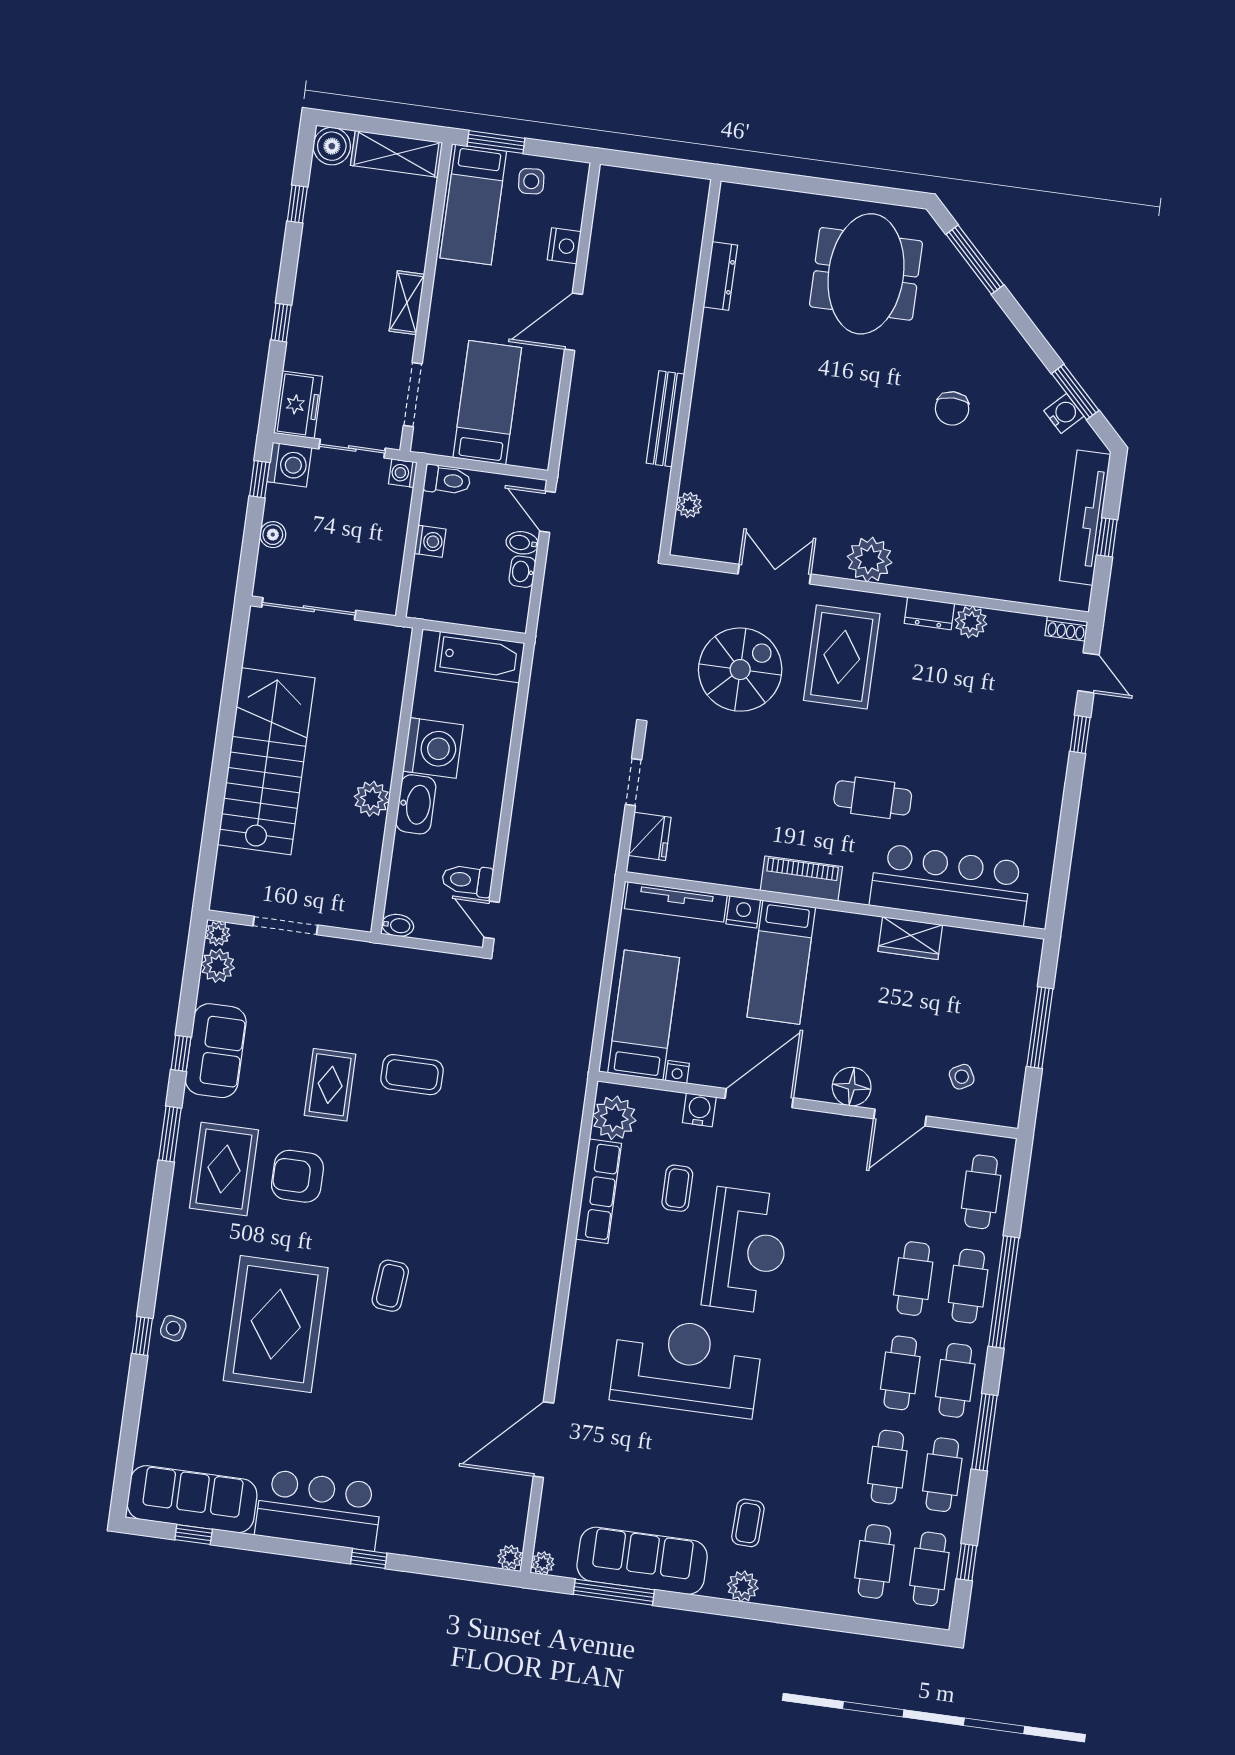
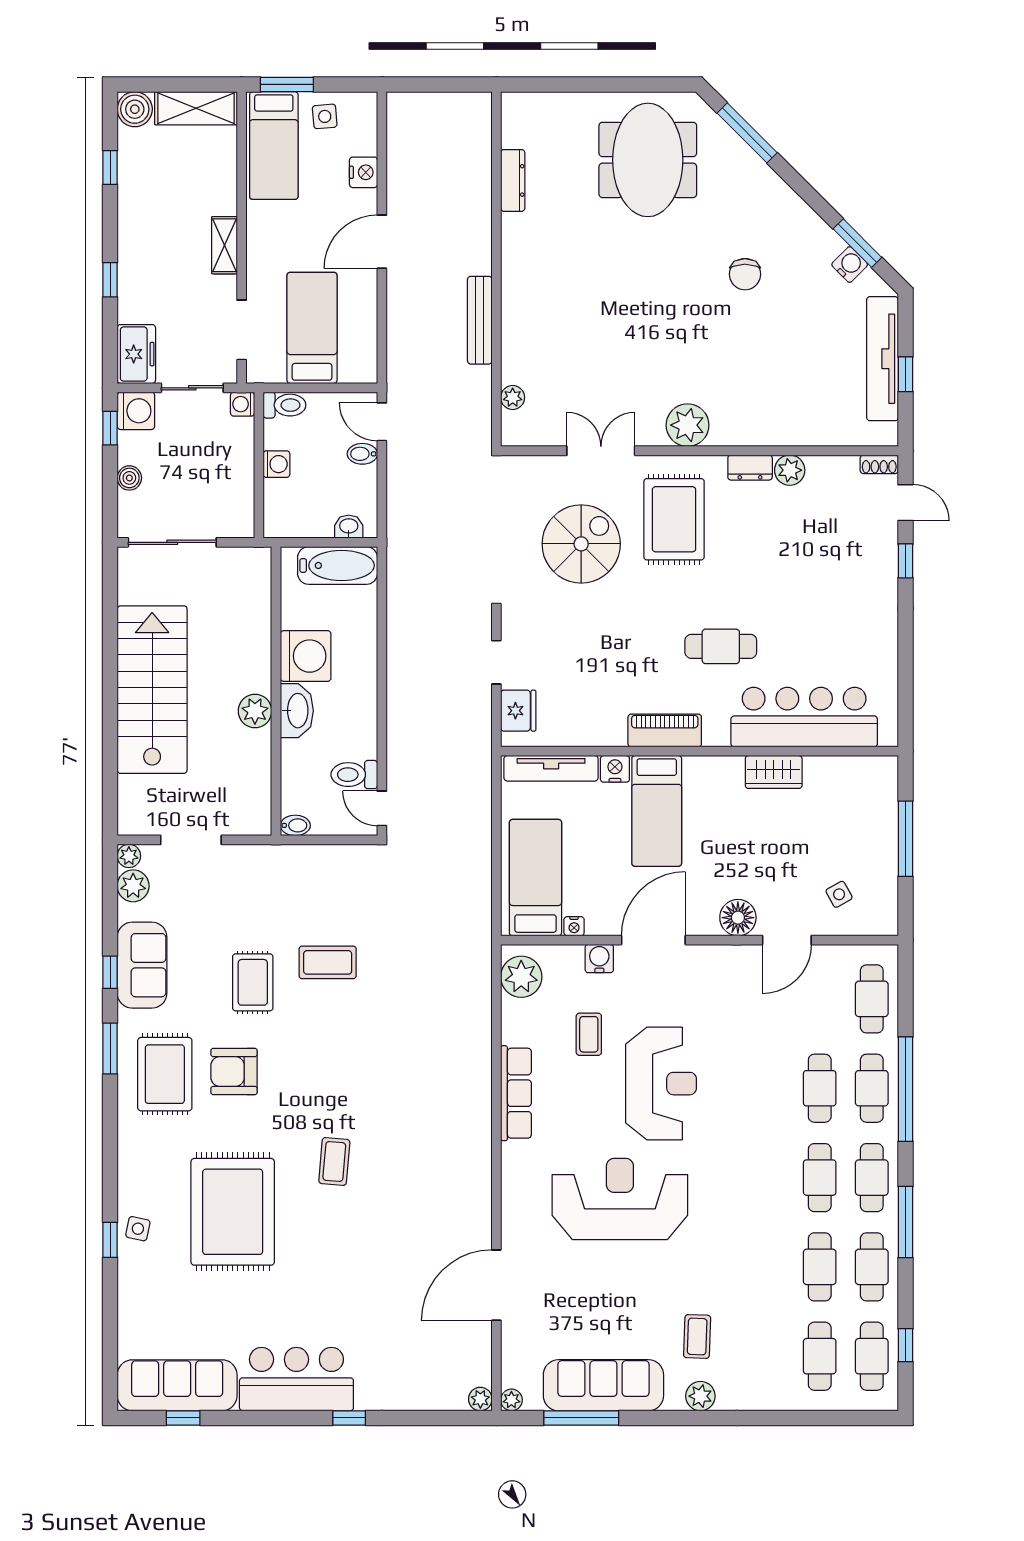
washbasin: (522, 572) -> (349, 527), moved, turned 90
row of seats: (599, 1191) -> (516, 1093), moved

